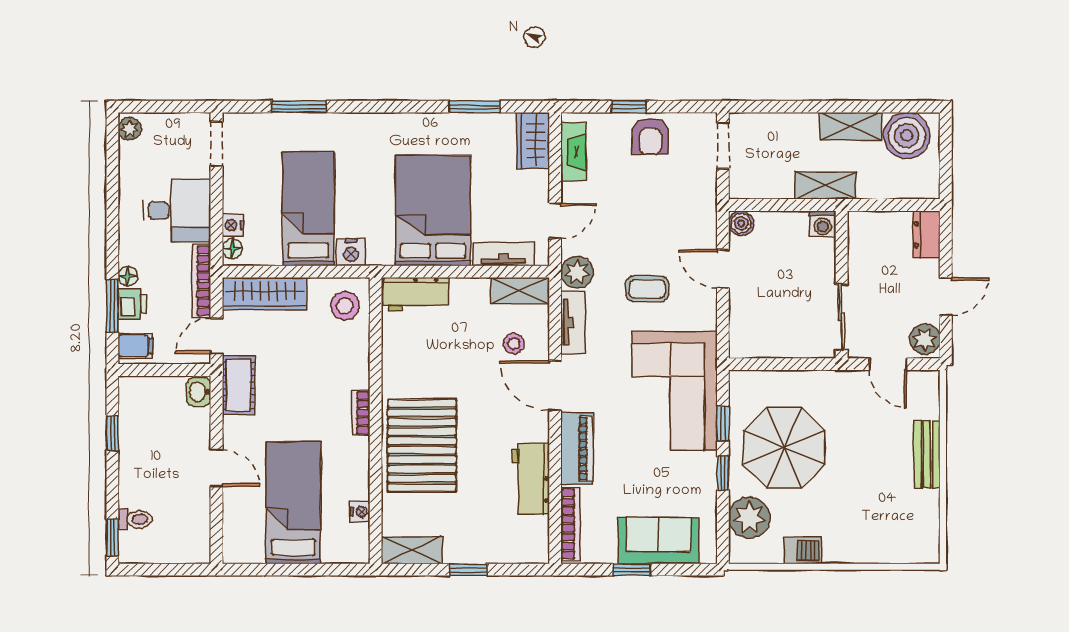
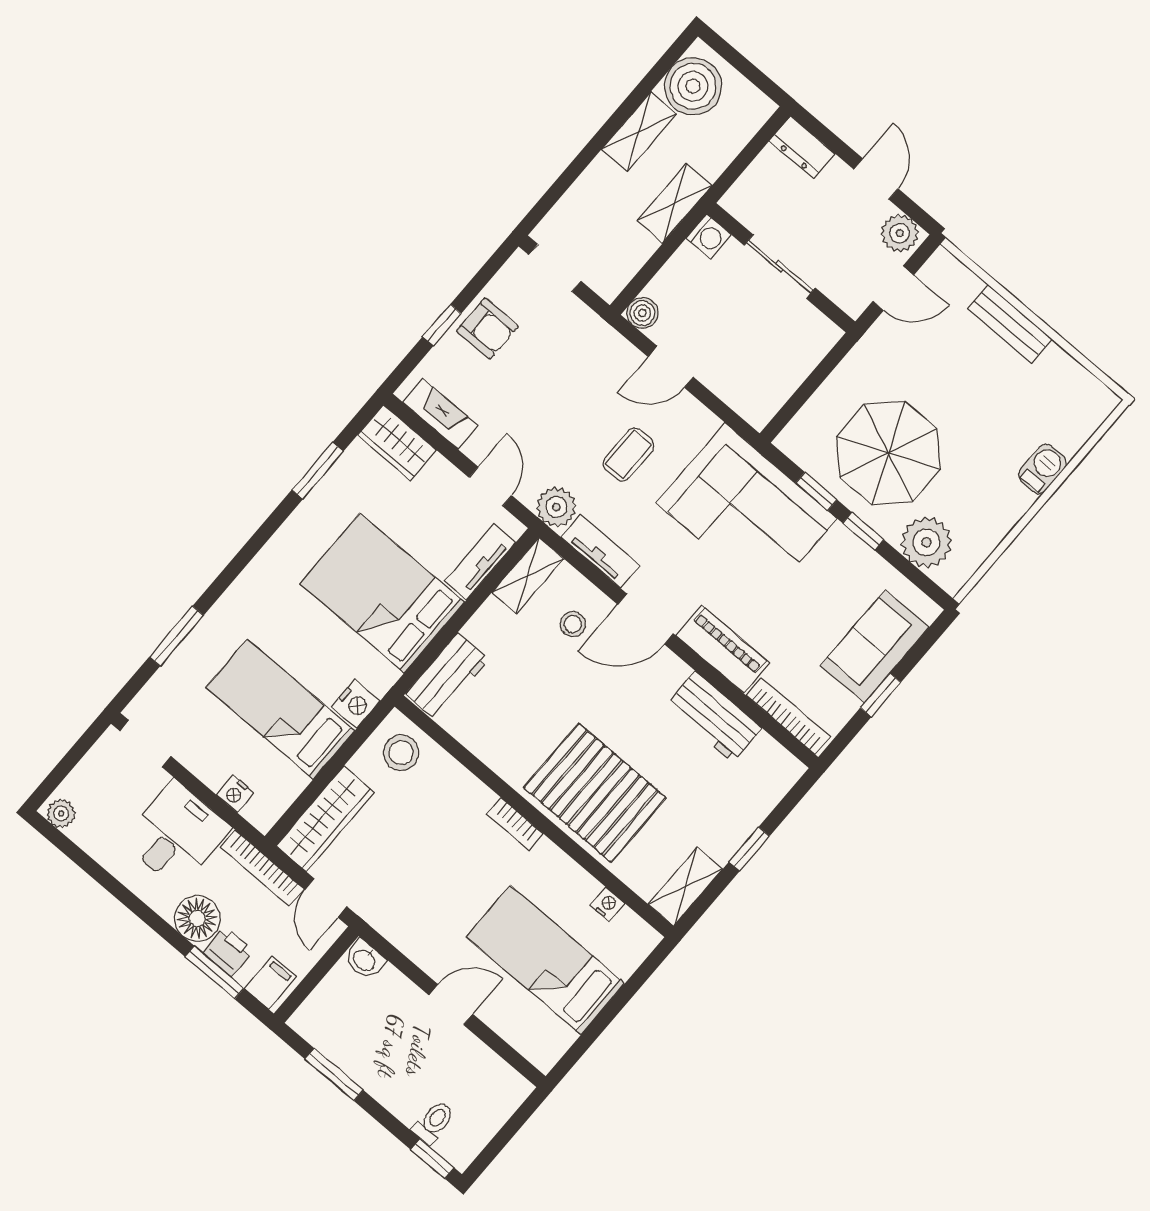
floor lamp: (232, 249) -> (257, 813), removed
floor lamp: (128, 276) -> (197, 918), width x1.89, depth x1.89
sliding door: (842, 317) -> (780, 267), moved
cot: (238, 385) -> (390, 917), removed
window: (112, 433) -> (334, 1075), width x1.50
barbecue: (802, 550) -> (1042, 469), moved

